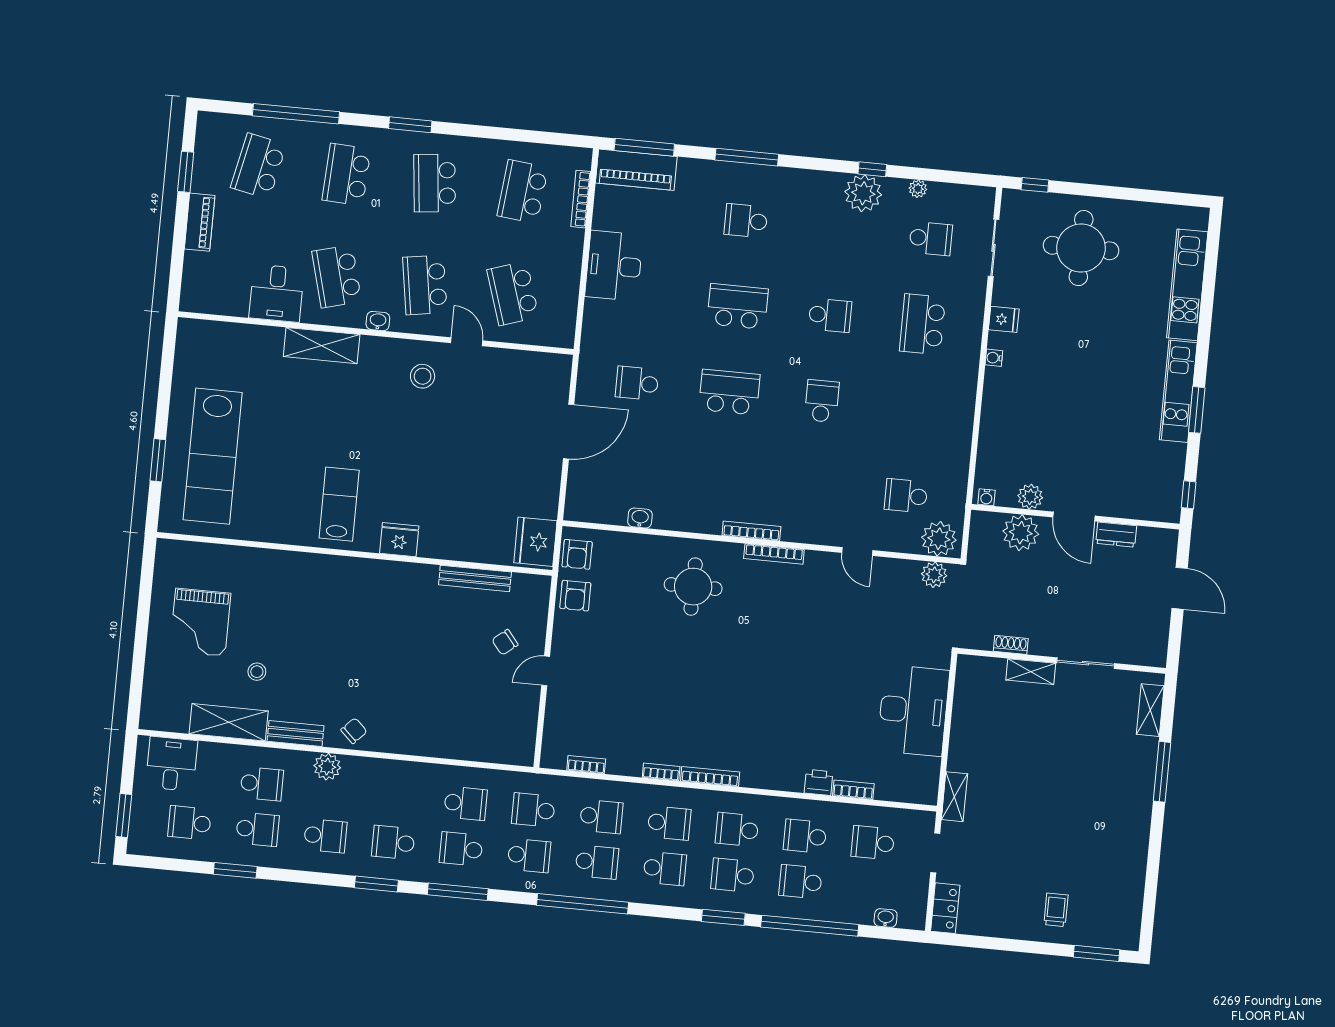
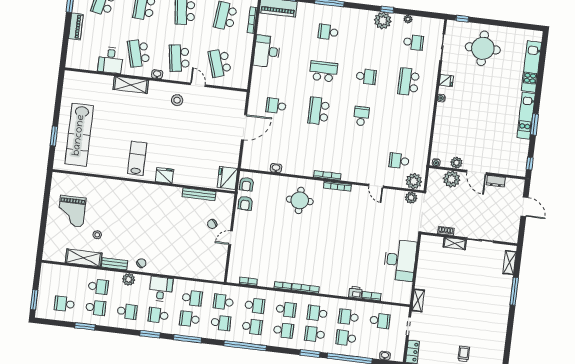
school desk: (729, 392) -> (319, 111), turned -90
desk: (172, 764) -> (161, 289), moved
school desk: (873, 843) -> (380, 321), turned 180

